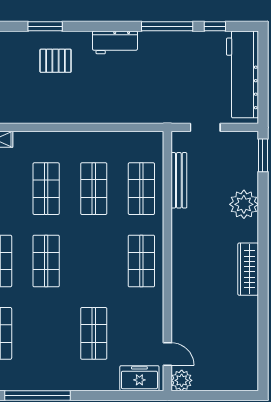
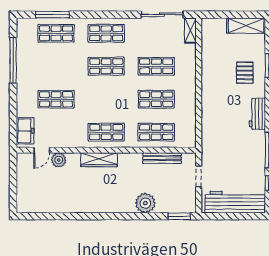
wardrobe: (248, 269) -> (99, 160), moved, turned 180
plant: (182, 380) -> (59, 160), moved

